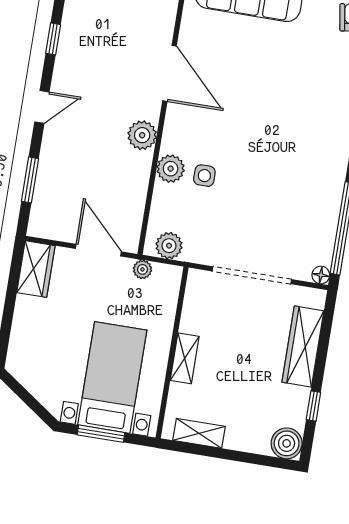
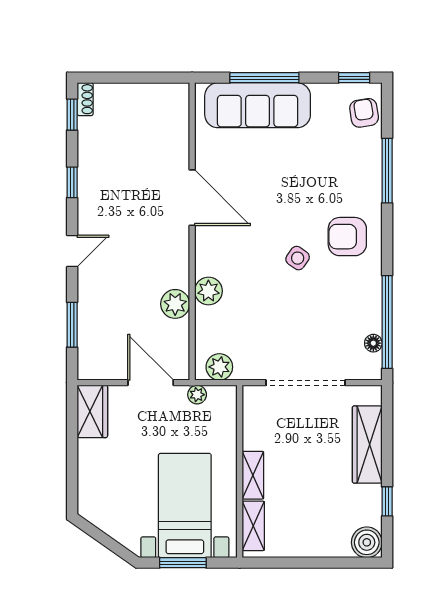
plant: (142, 135) -> (175, 304), moved
armchair: (317, 137) -> (347, 237), added
side table: (204, 176) -> (298, 258), moved, turned 35
floor lamp: (321, 275) -> (373, 343), moved
shelving: (199, 433) -> (253, 526), moved, turned 90

